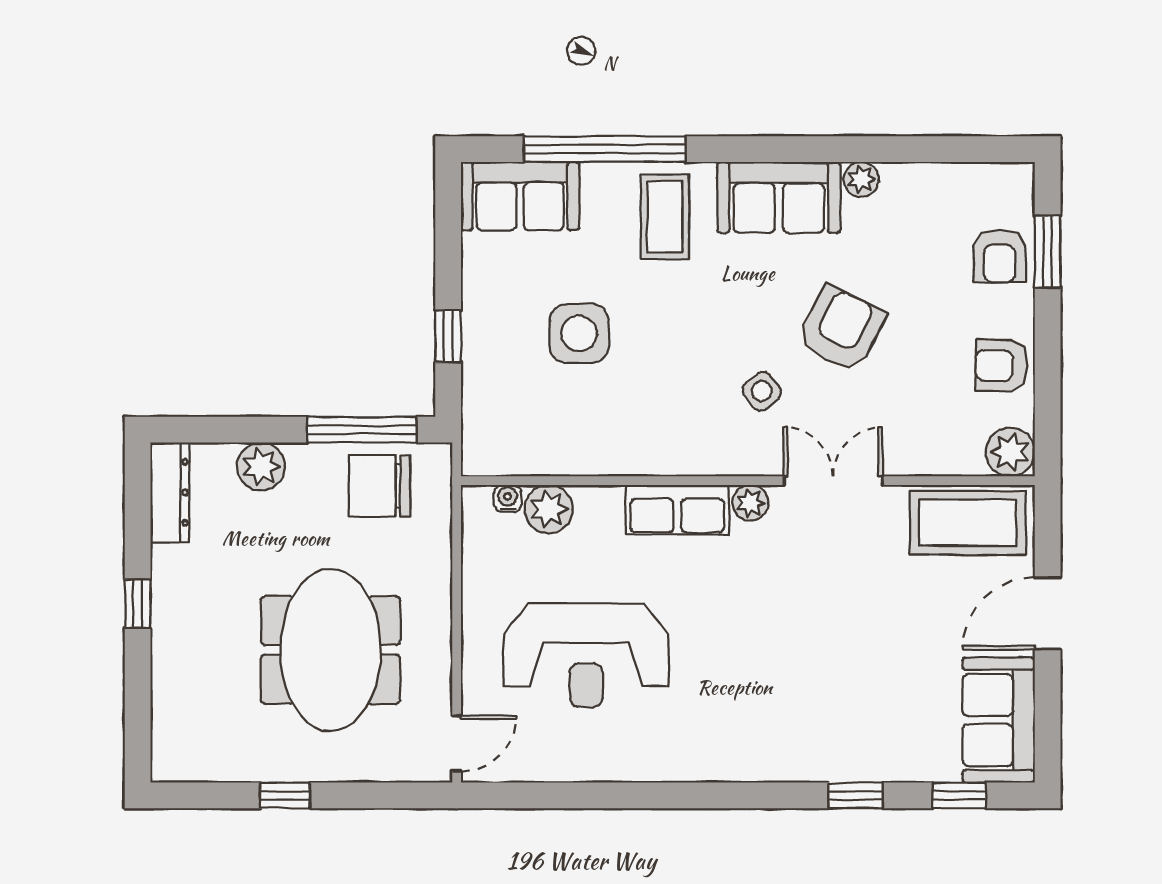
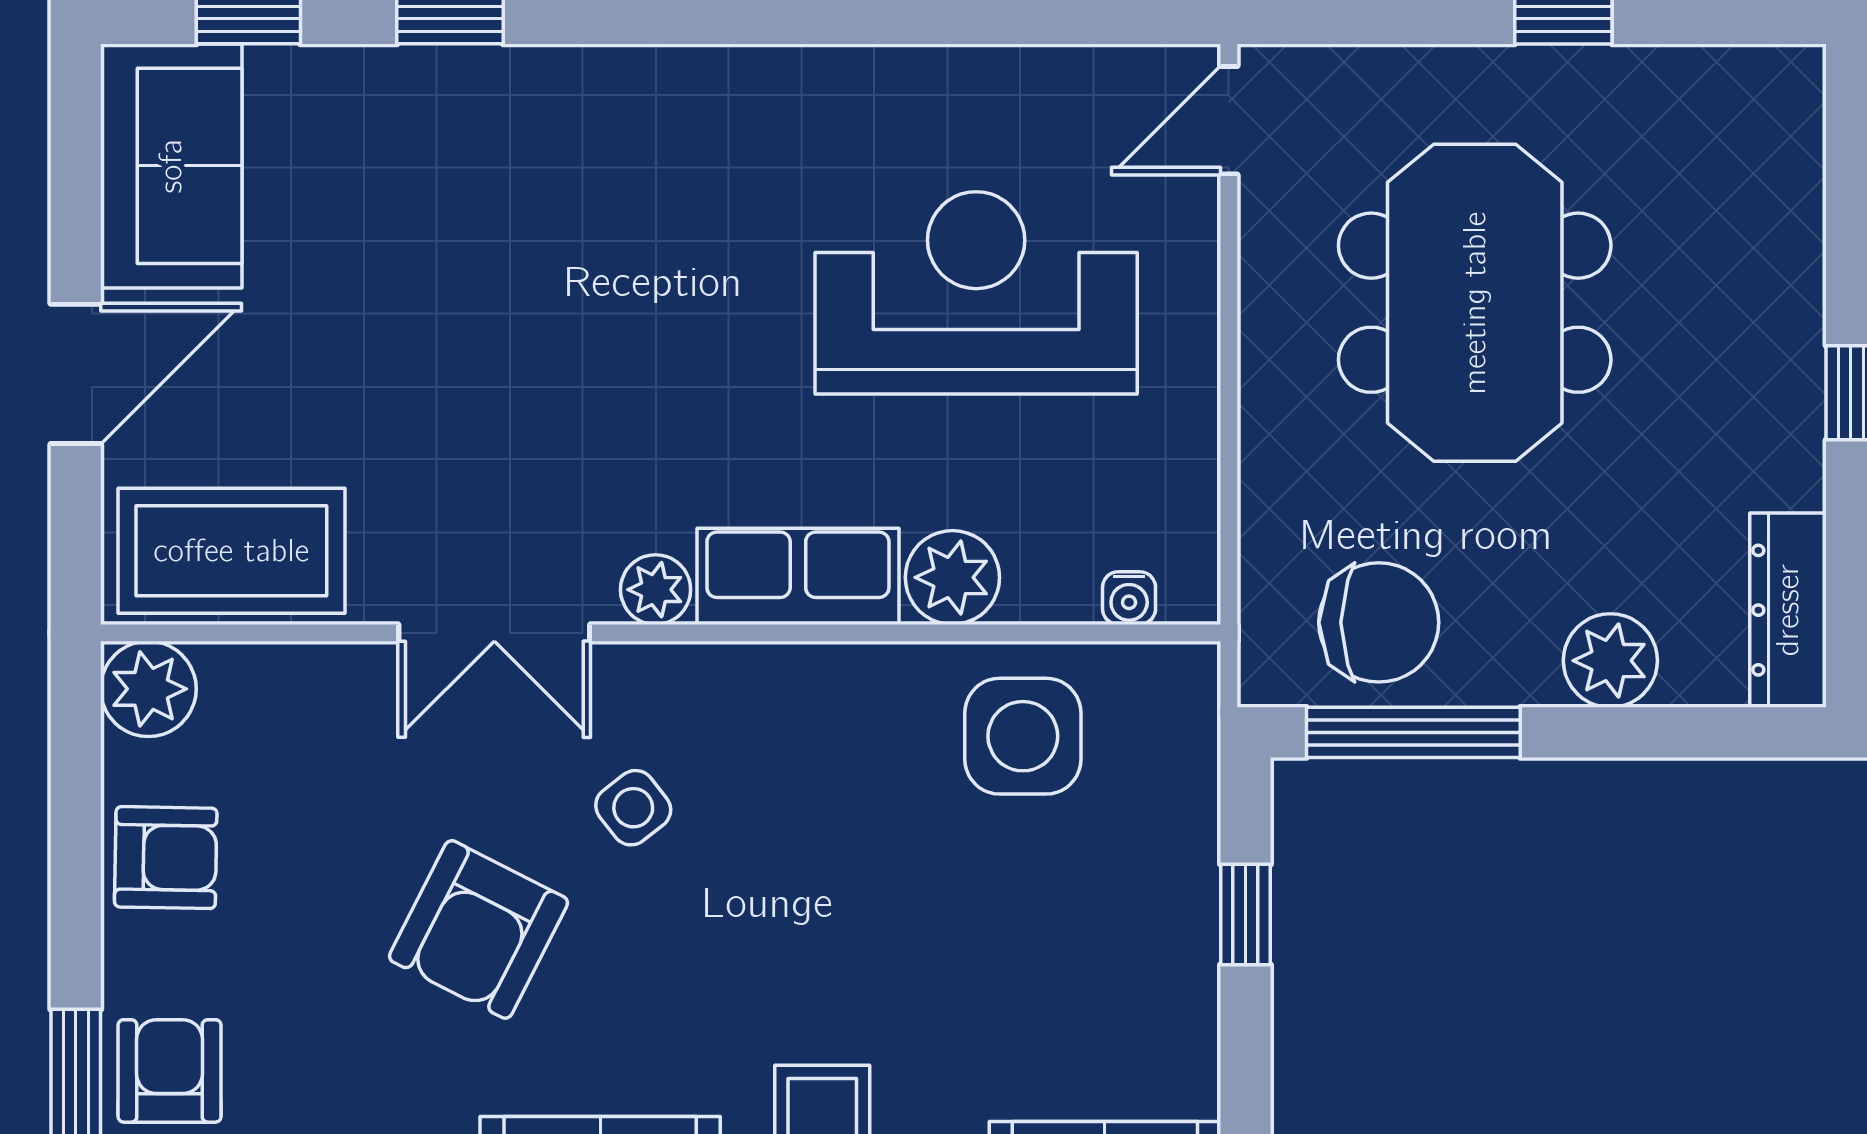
side table: (579, 333) -> (1023, 736), moved
plant: (549, 509) -> (952, 577), moved

